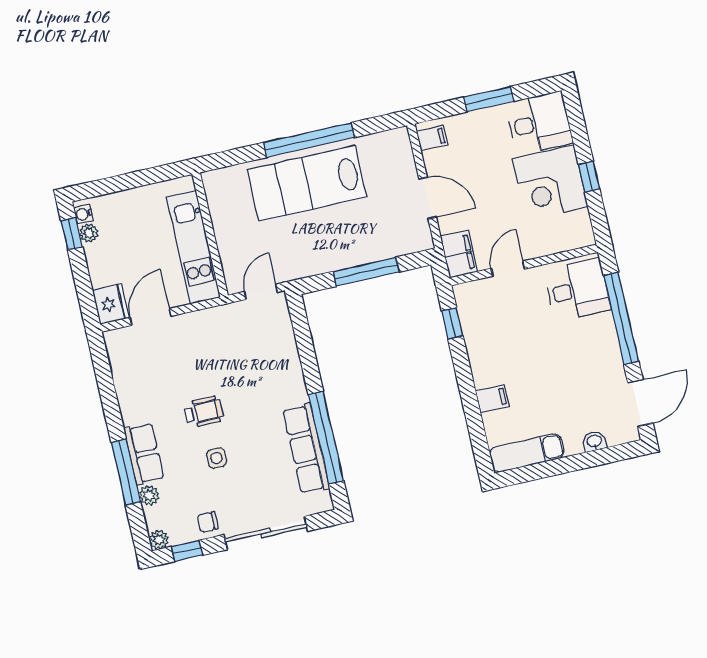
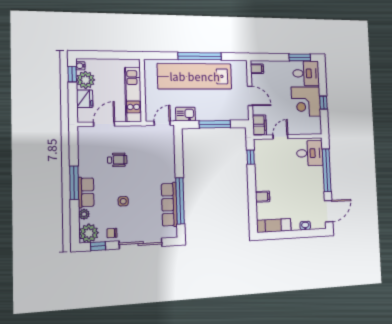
window: (489, 99) -> (300, 57), moved
lab bench: (307, 183) -> (195, 76), width x1.36
plant: (89, 233) -> (86, 80), width x1.88, depth x1.88
kitchen sink: (303, 264) -> (185, 114), added
fridge: (111, 304) -> (85, 99), moved
wheelchair: (203, 412) -> (117, 160), moved
window: (126, 472) -> (74, 183), moved
plant: (159, 540) -> (89, 233), width x1.88, depth x1.88

